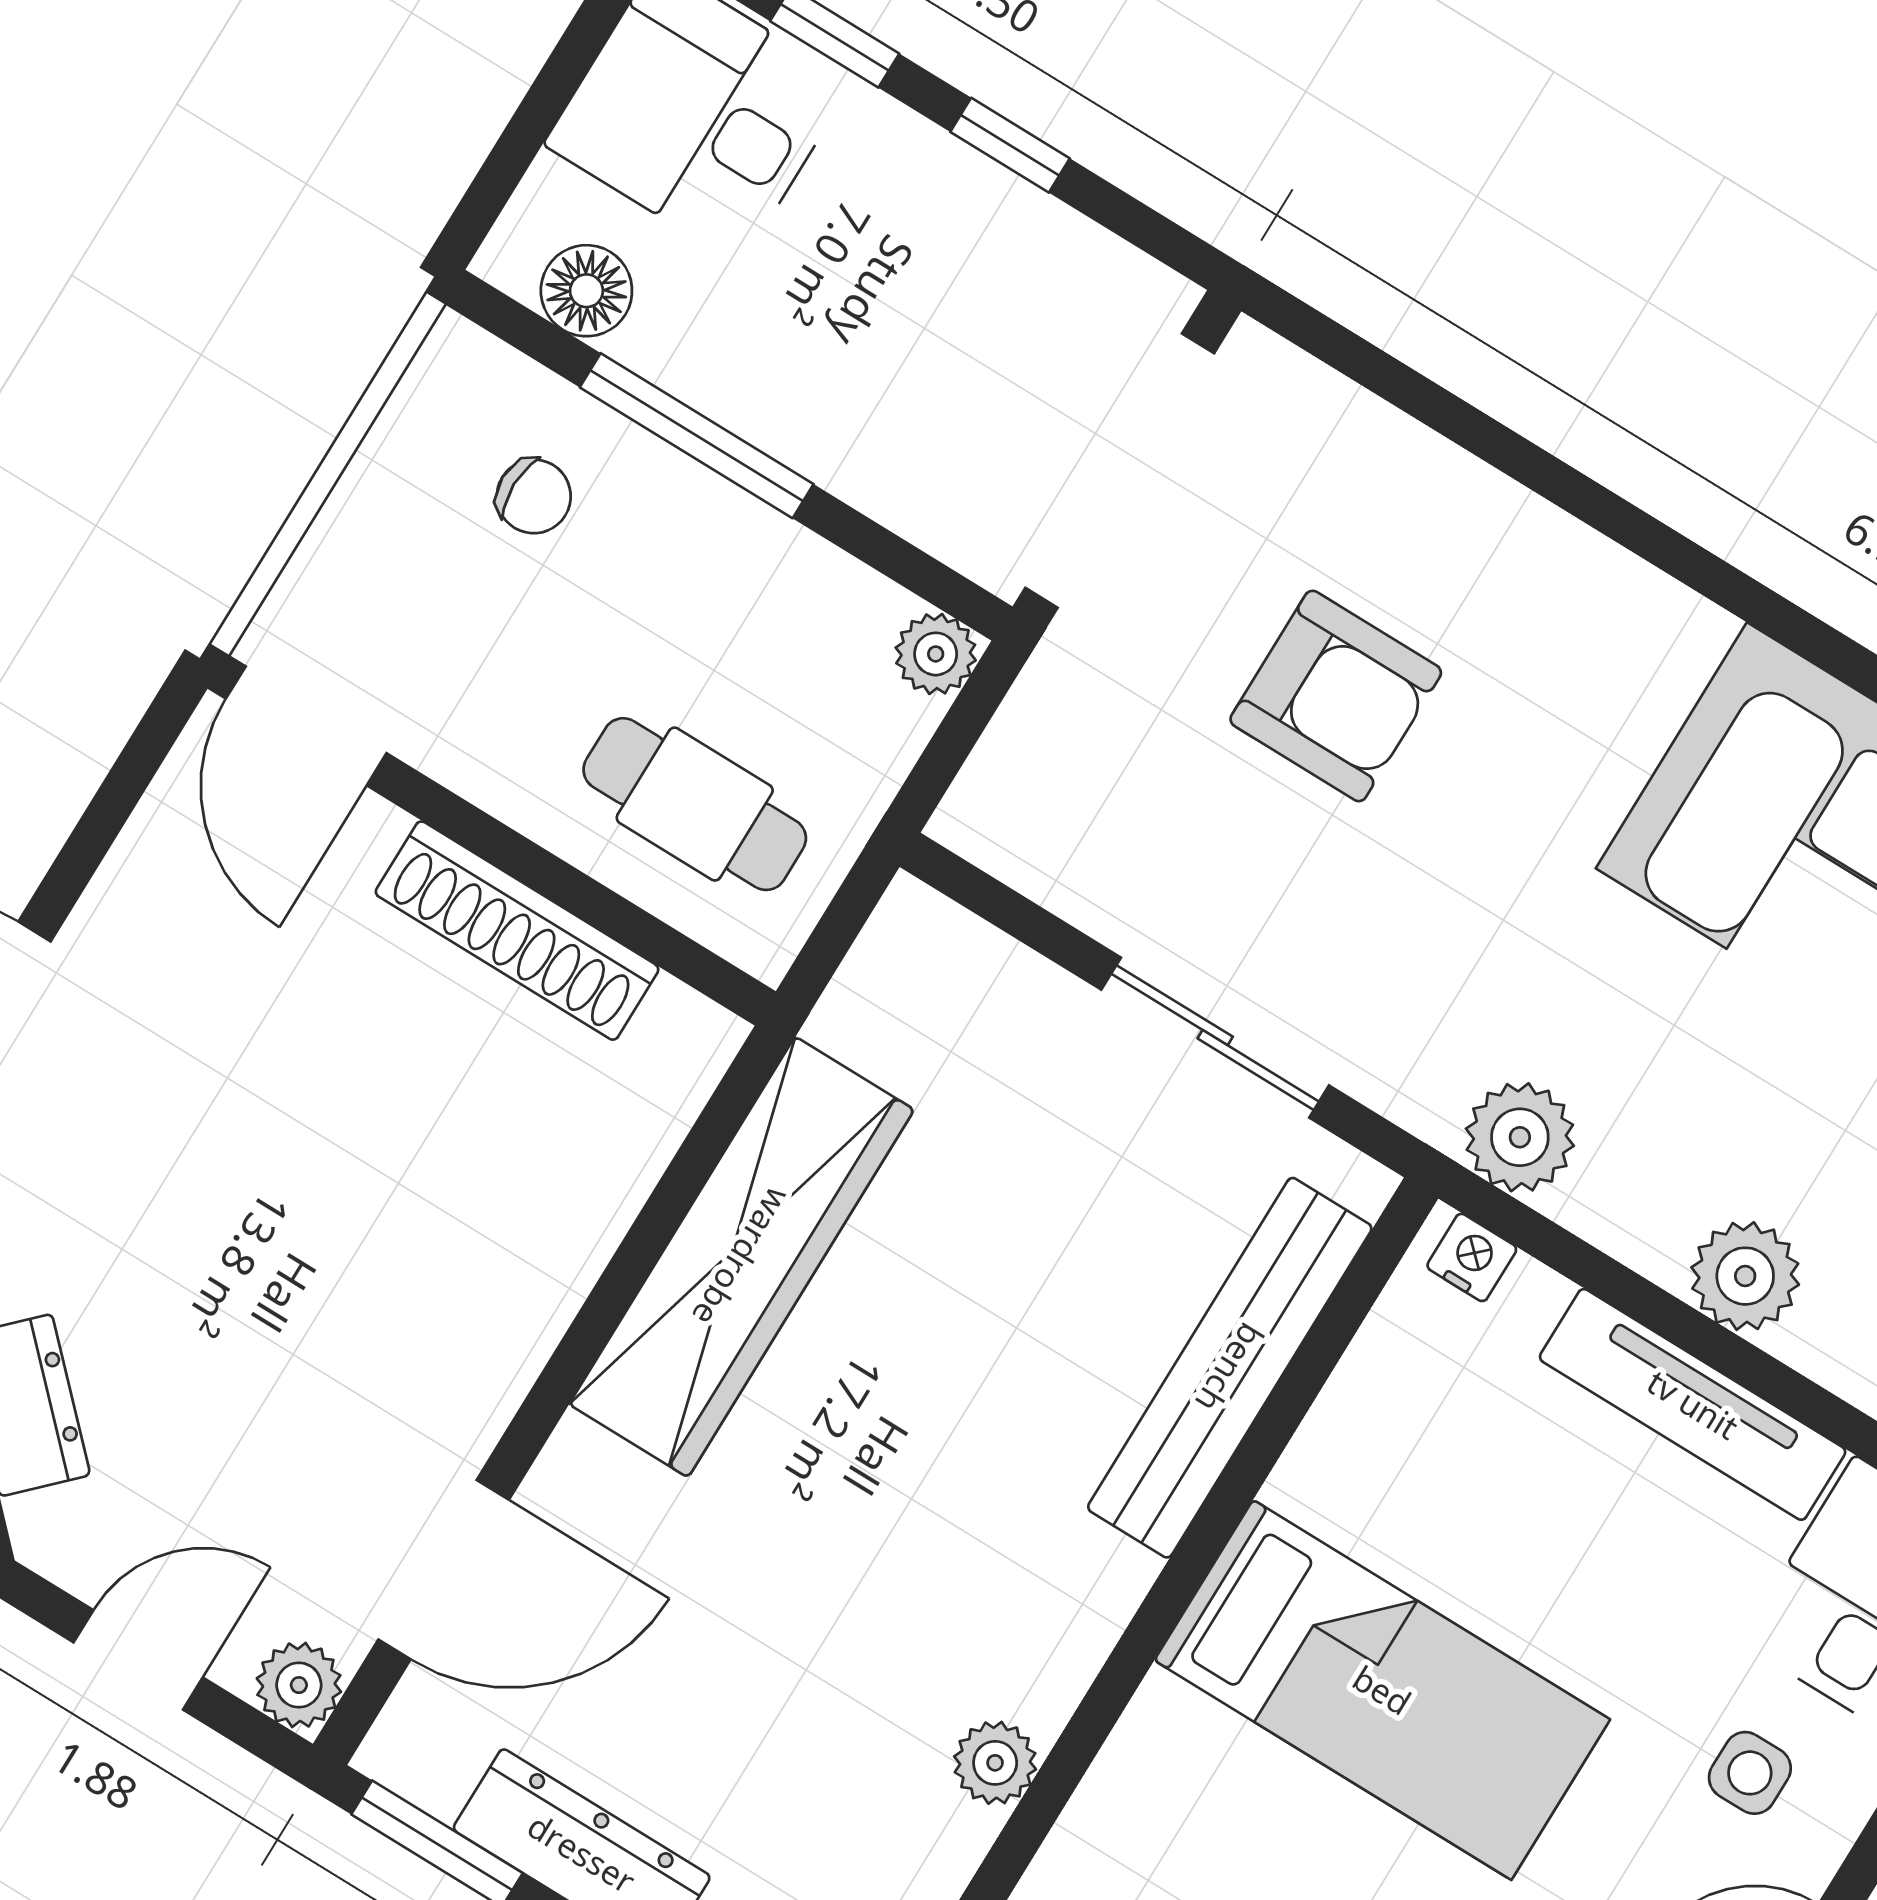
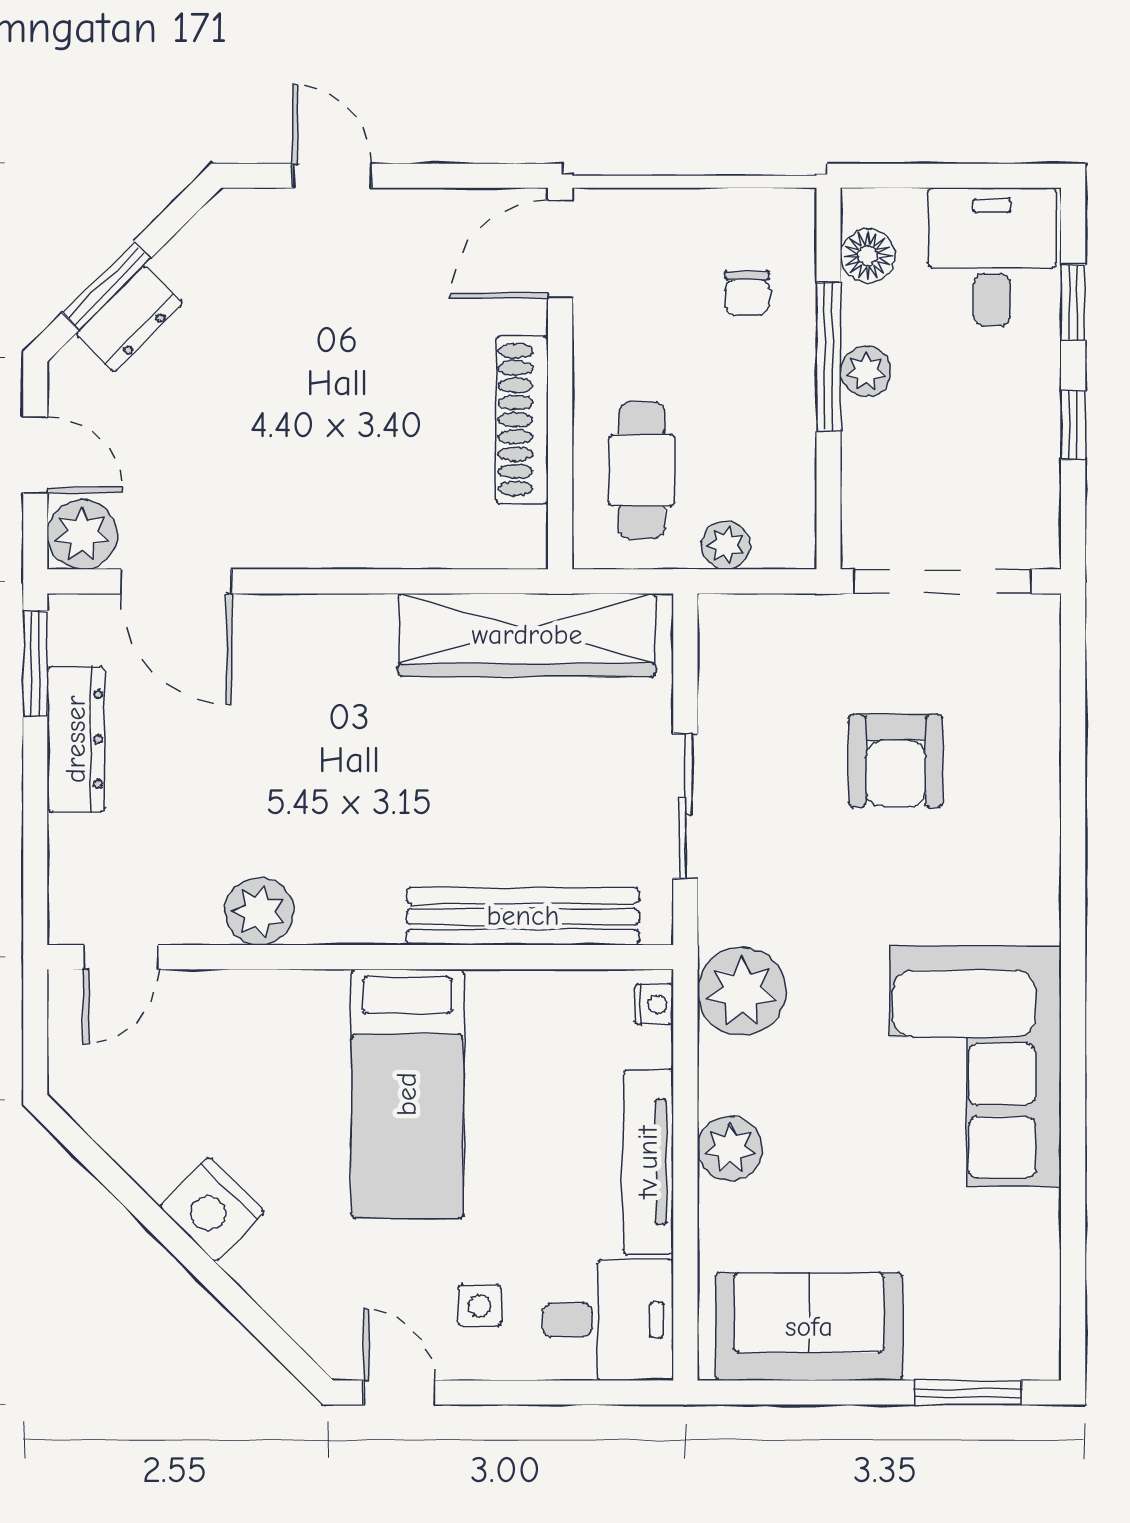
plant: (751, 396) -> (866, 371), added
plant: (936, 654) -> (726, 545), moved
plant: (1520, 1137) -> (742, 991), width x1.36, depth x1.36
wardrobe: (742, 1257) -> (527, 635), moved
plant: (299, 1685) -> (82, 535), width x1.38, depth x1.38
plant: (995, 1763) -> (259, 911), width x1.38, depth x1.38

